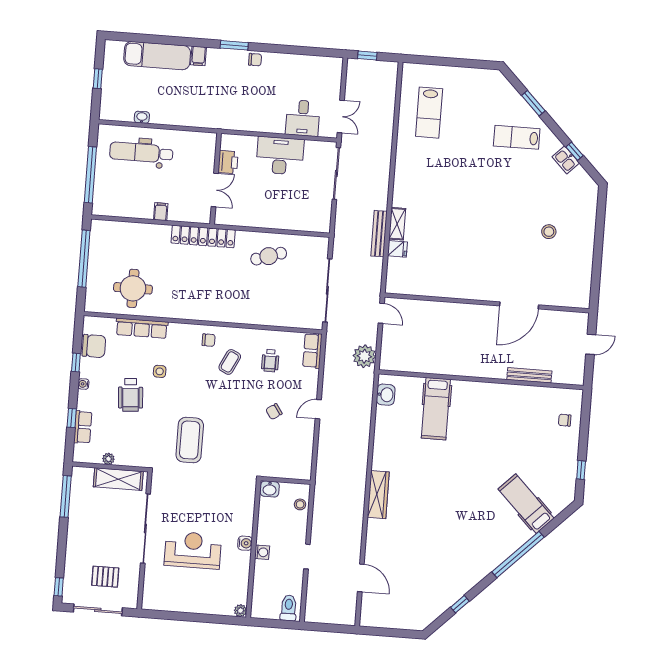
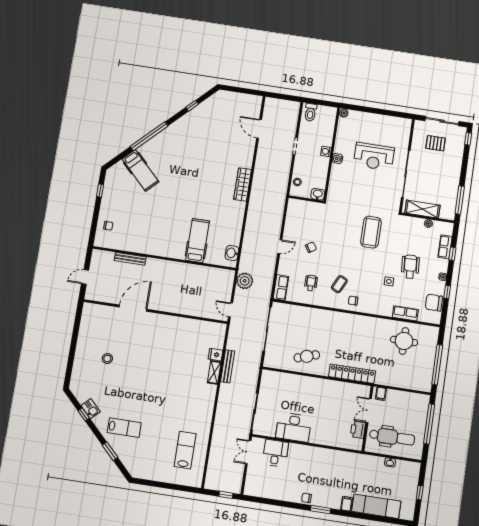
printer: (228, 162) -> (358, 430), moved
wall: (216, 179) -> (368, 419), moved
double door: (215, 190) -> (369, 410), moved
row of seats: (142, 328) -> (405, 313), width x0.68

